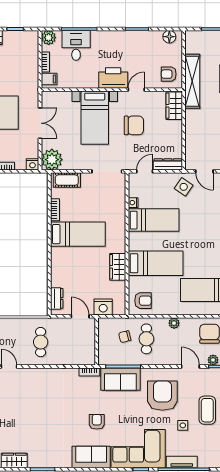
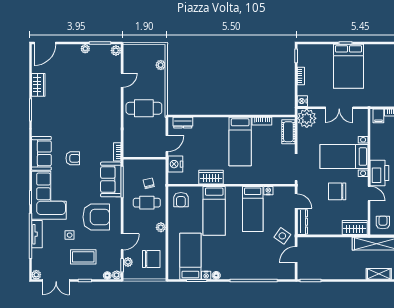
chair: (134, 125) -> (337, 191), turned 90
cafe table: (41, 342) -> (144, 108), width x1.37, depth x1.35

